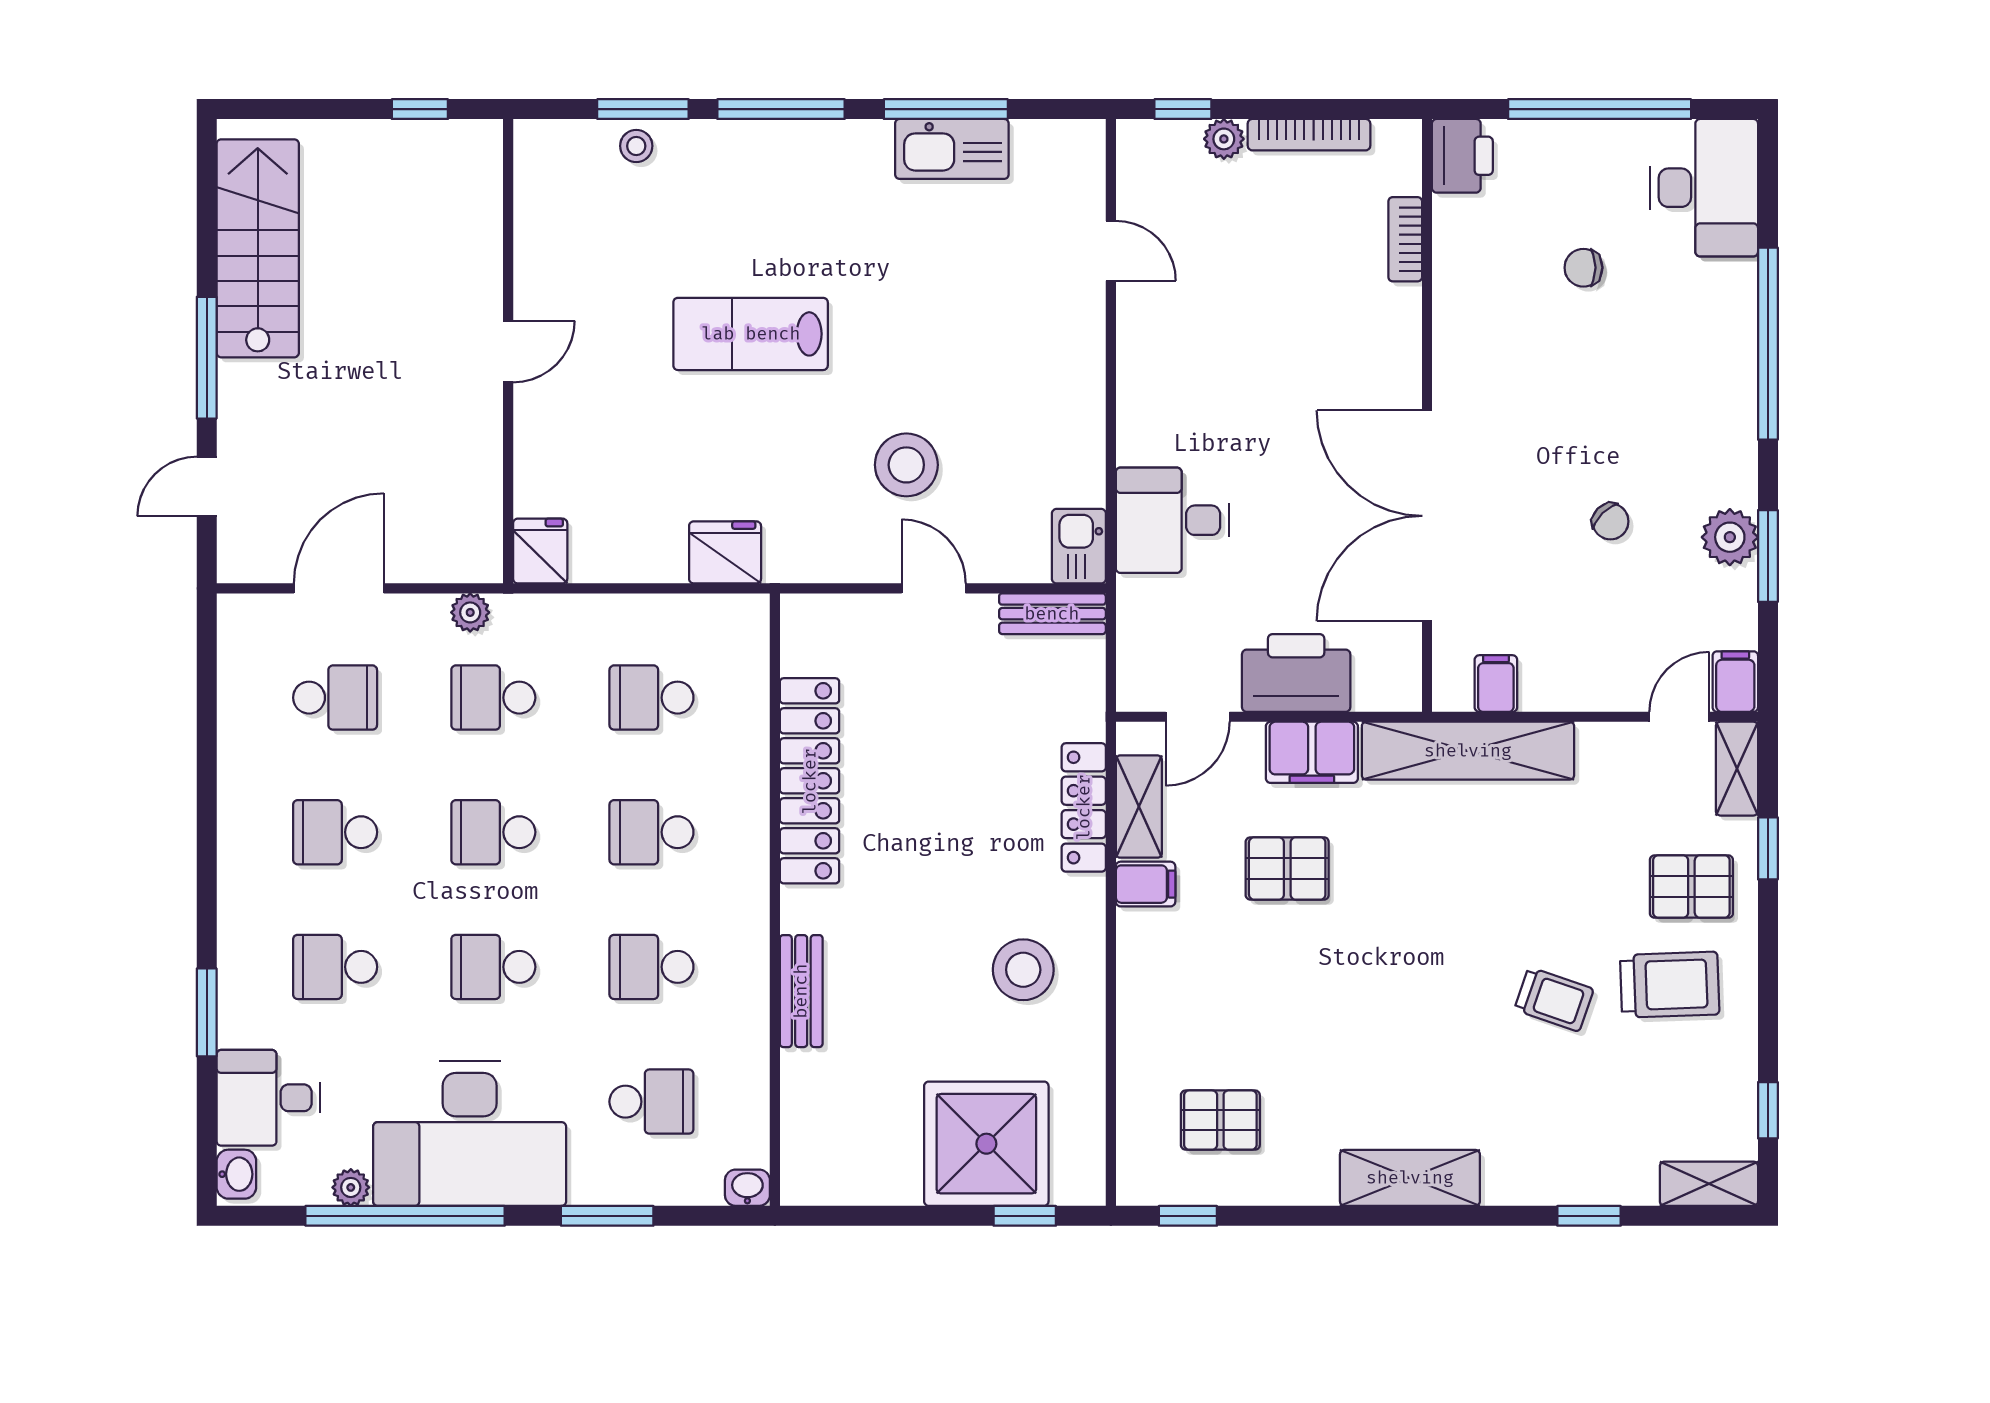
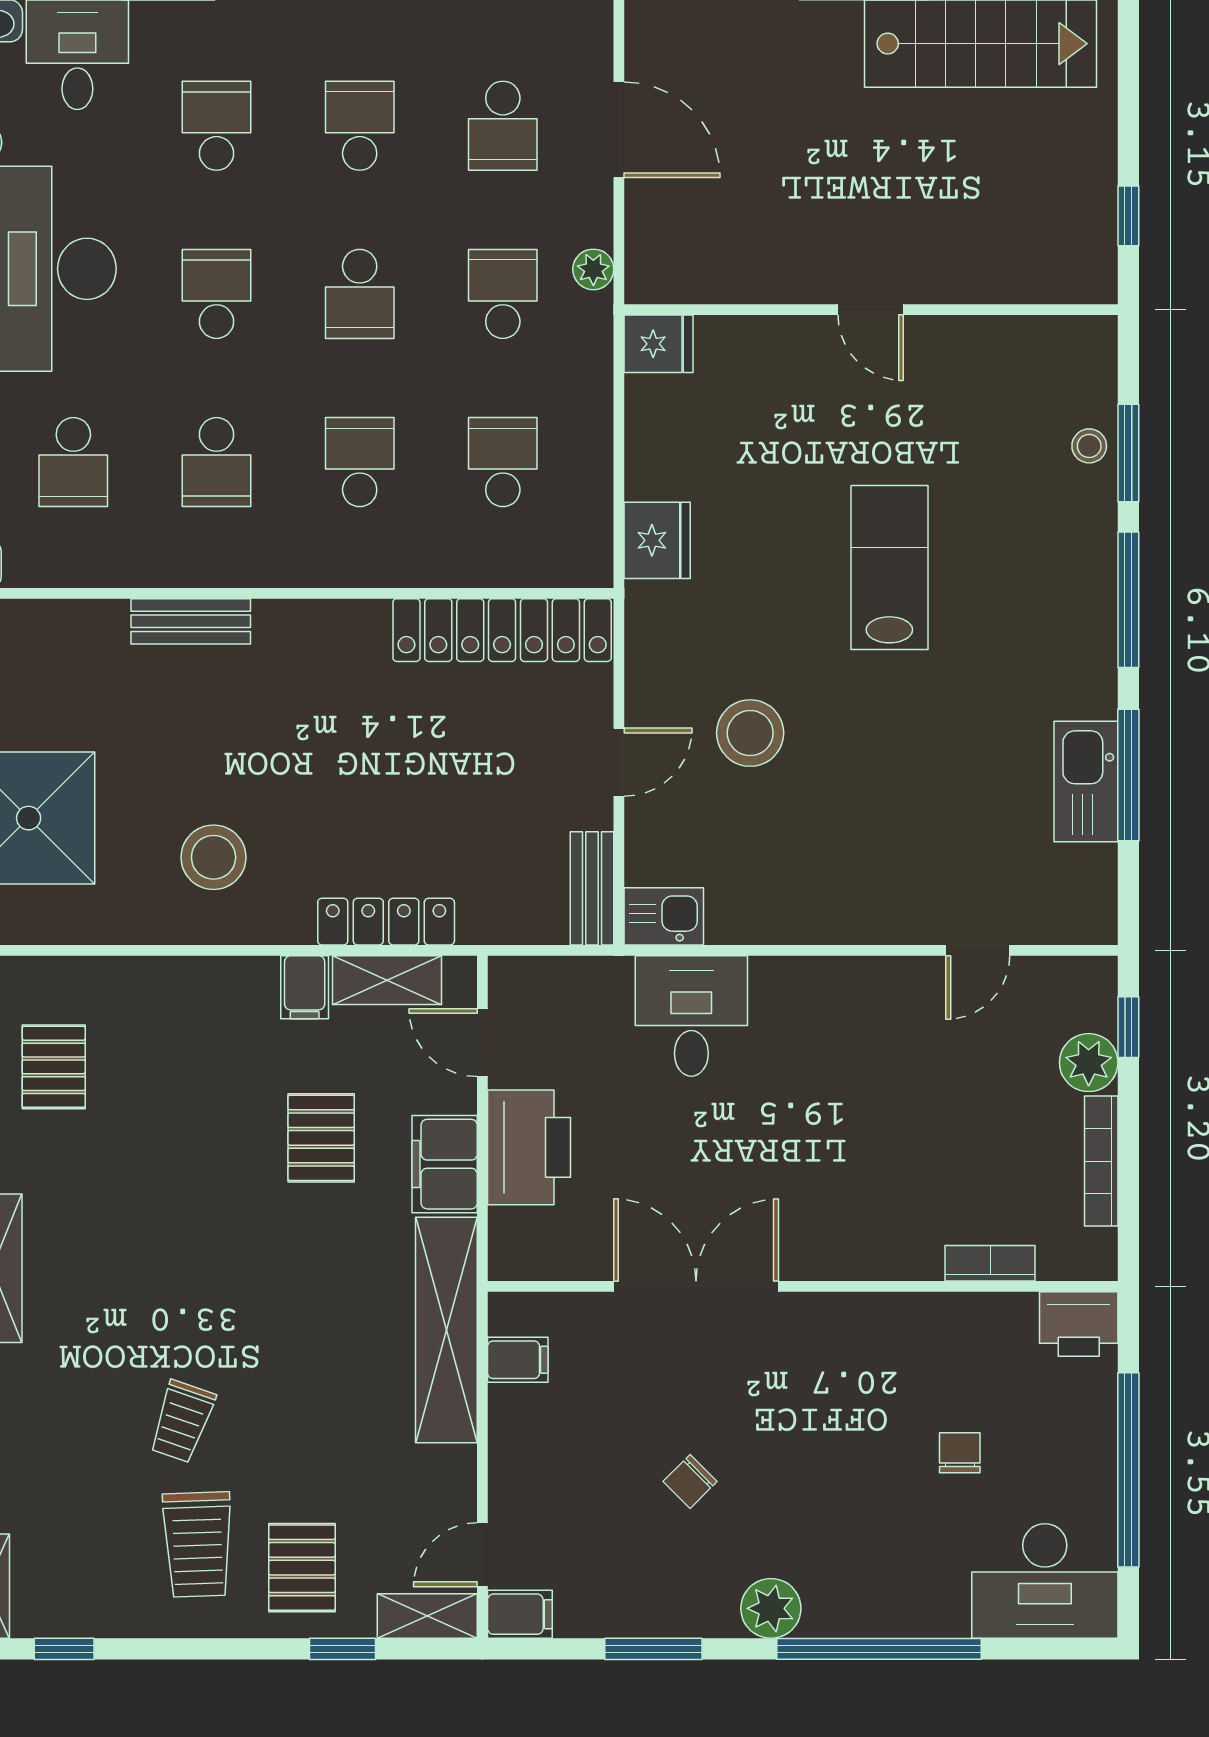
plant: (1224, 139) -> (1089, 1063), width x1.38, depth x1.38
double door: (1427, 516) -> (696, 1286), width x0.73
plant: (1730, 537) -> (771, 1608), moved
door: (1679, 717) -> (482, 1555), swing flipped
locker: (810, 781) -> (502, 630), moved
school desk: (493, 832) -> (360, 294), turned 180
school desk: (651, 967) -> (216, 462), turned 180

